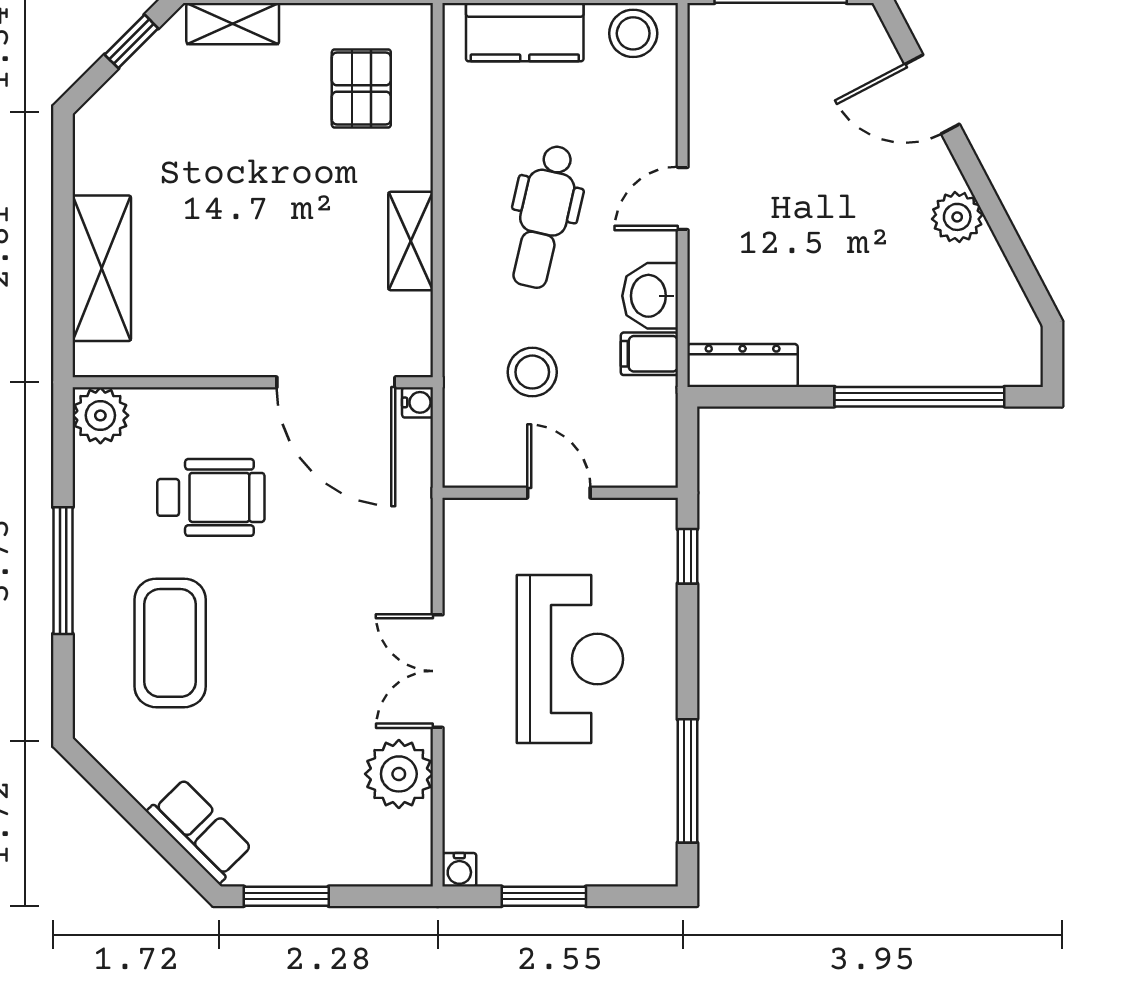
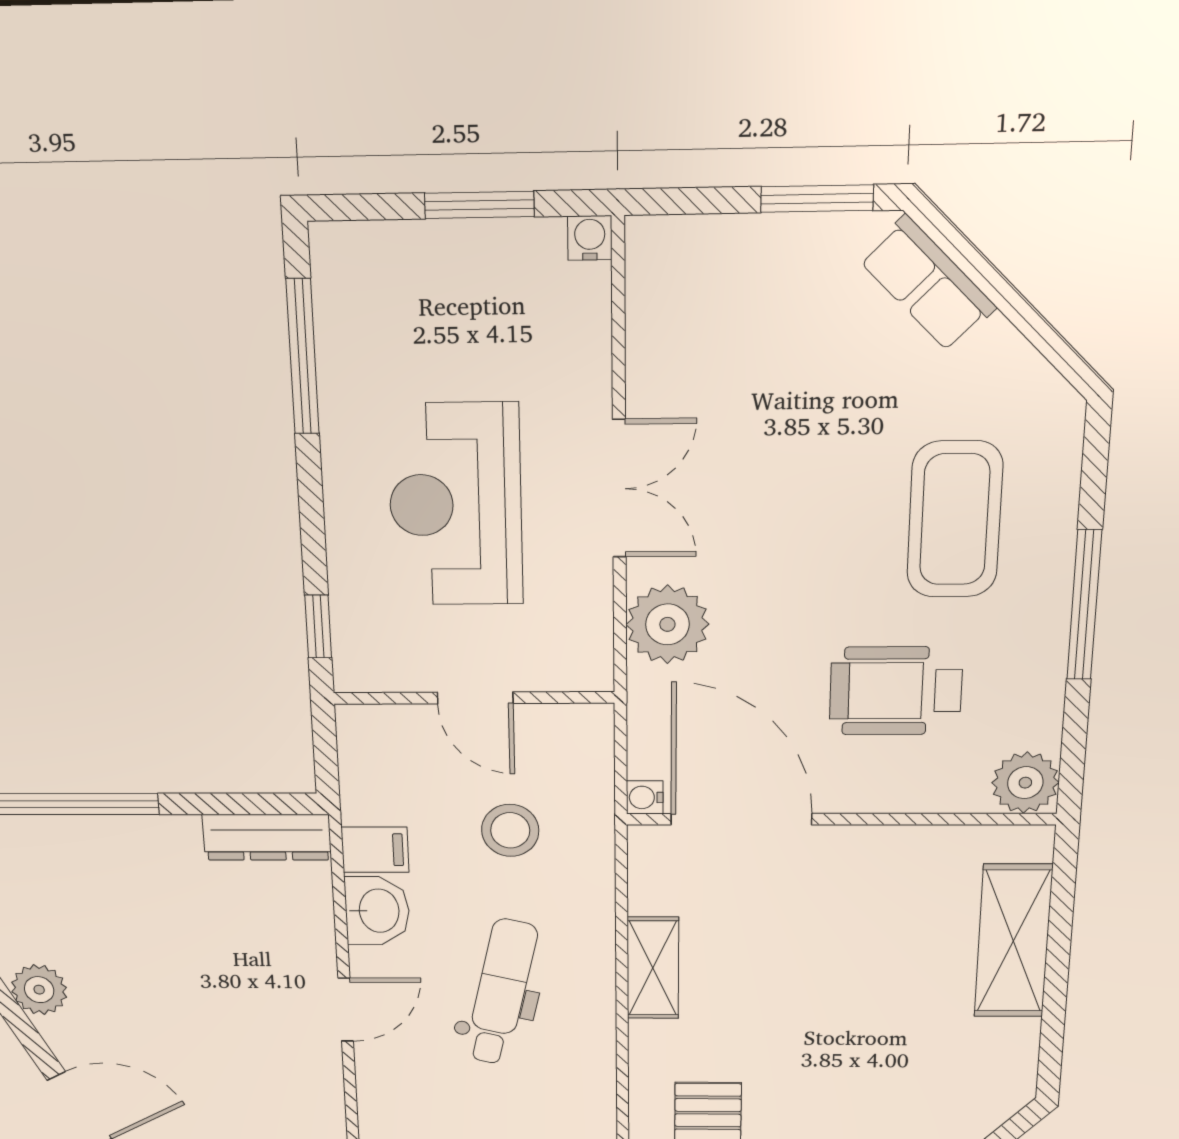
plant: (399, 774) -> (667, 624), moved

